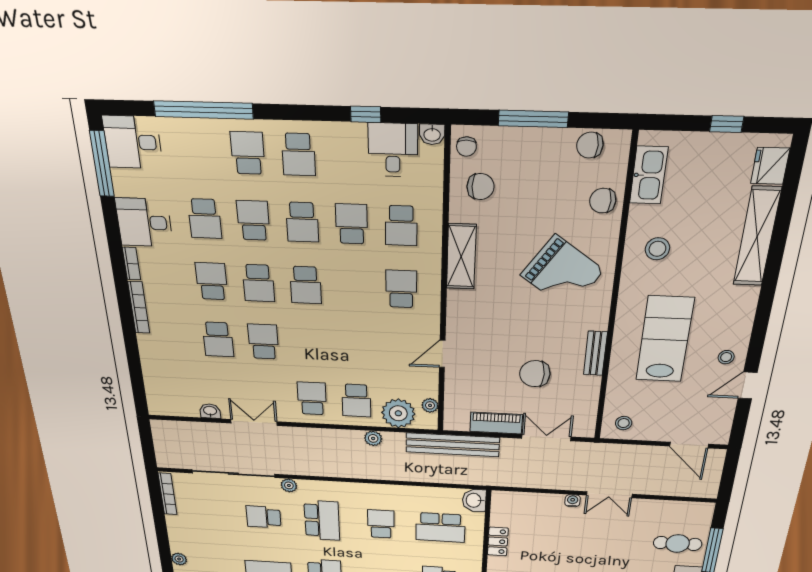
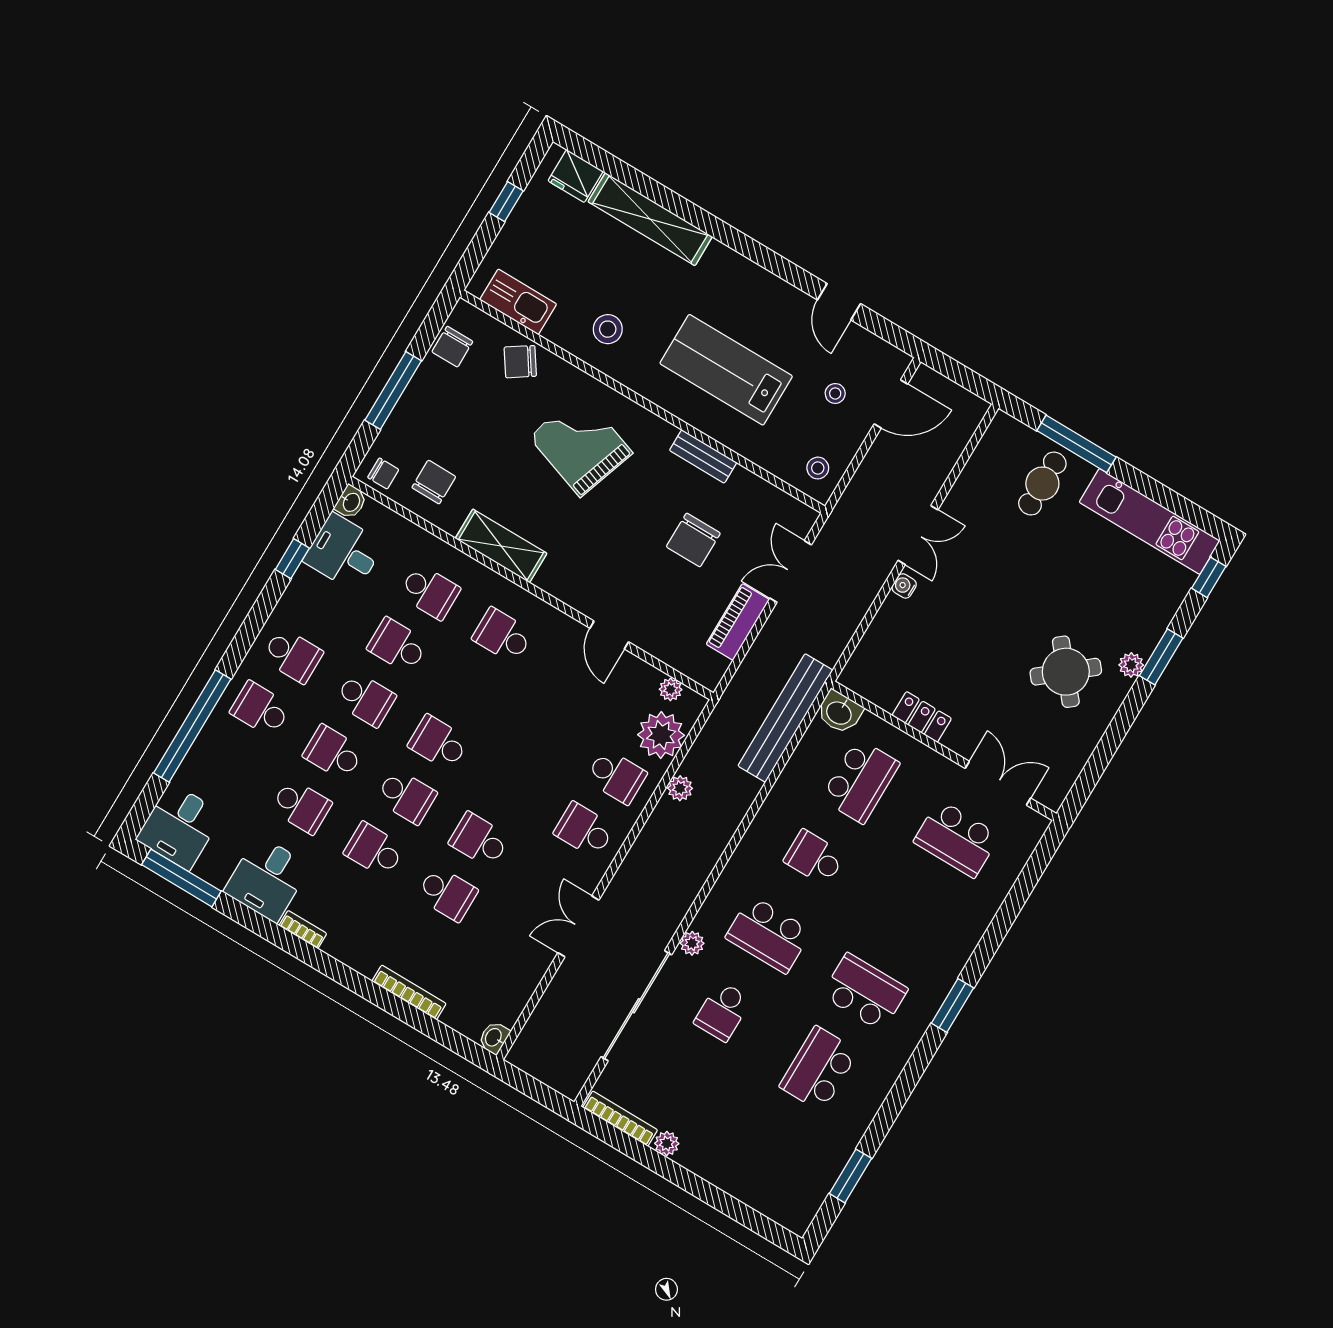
chair: (603, 201) -> (520, 362), turned 56
grand piano: (562, 273) -> (581, 445), turned -106
school desk: (306, 285) -> (438, 743), turned 180
bookcase: (139, 308) -> (409, 992), moved
stool: (726, 357) -> (835, 393), moved
washbasin: (210, 411) -> (494, 1038), moved
bench: (453, 445) -> (785, 718), moved
school desk: (322, 520) -> (768, 934), turned 180
plant: (179, 559) -> (667, 1144), moved

